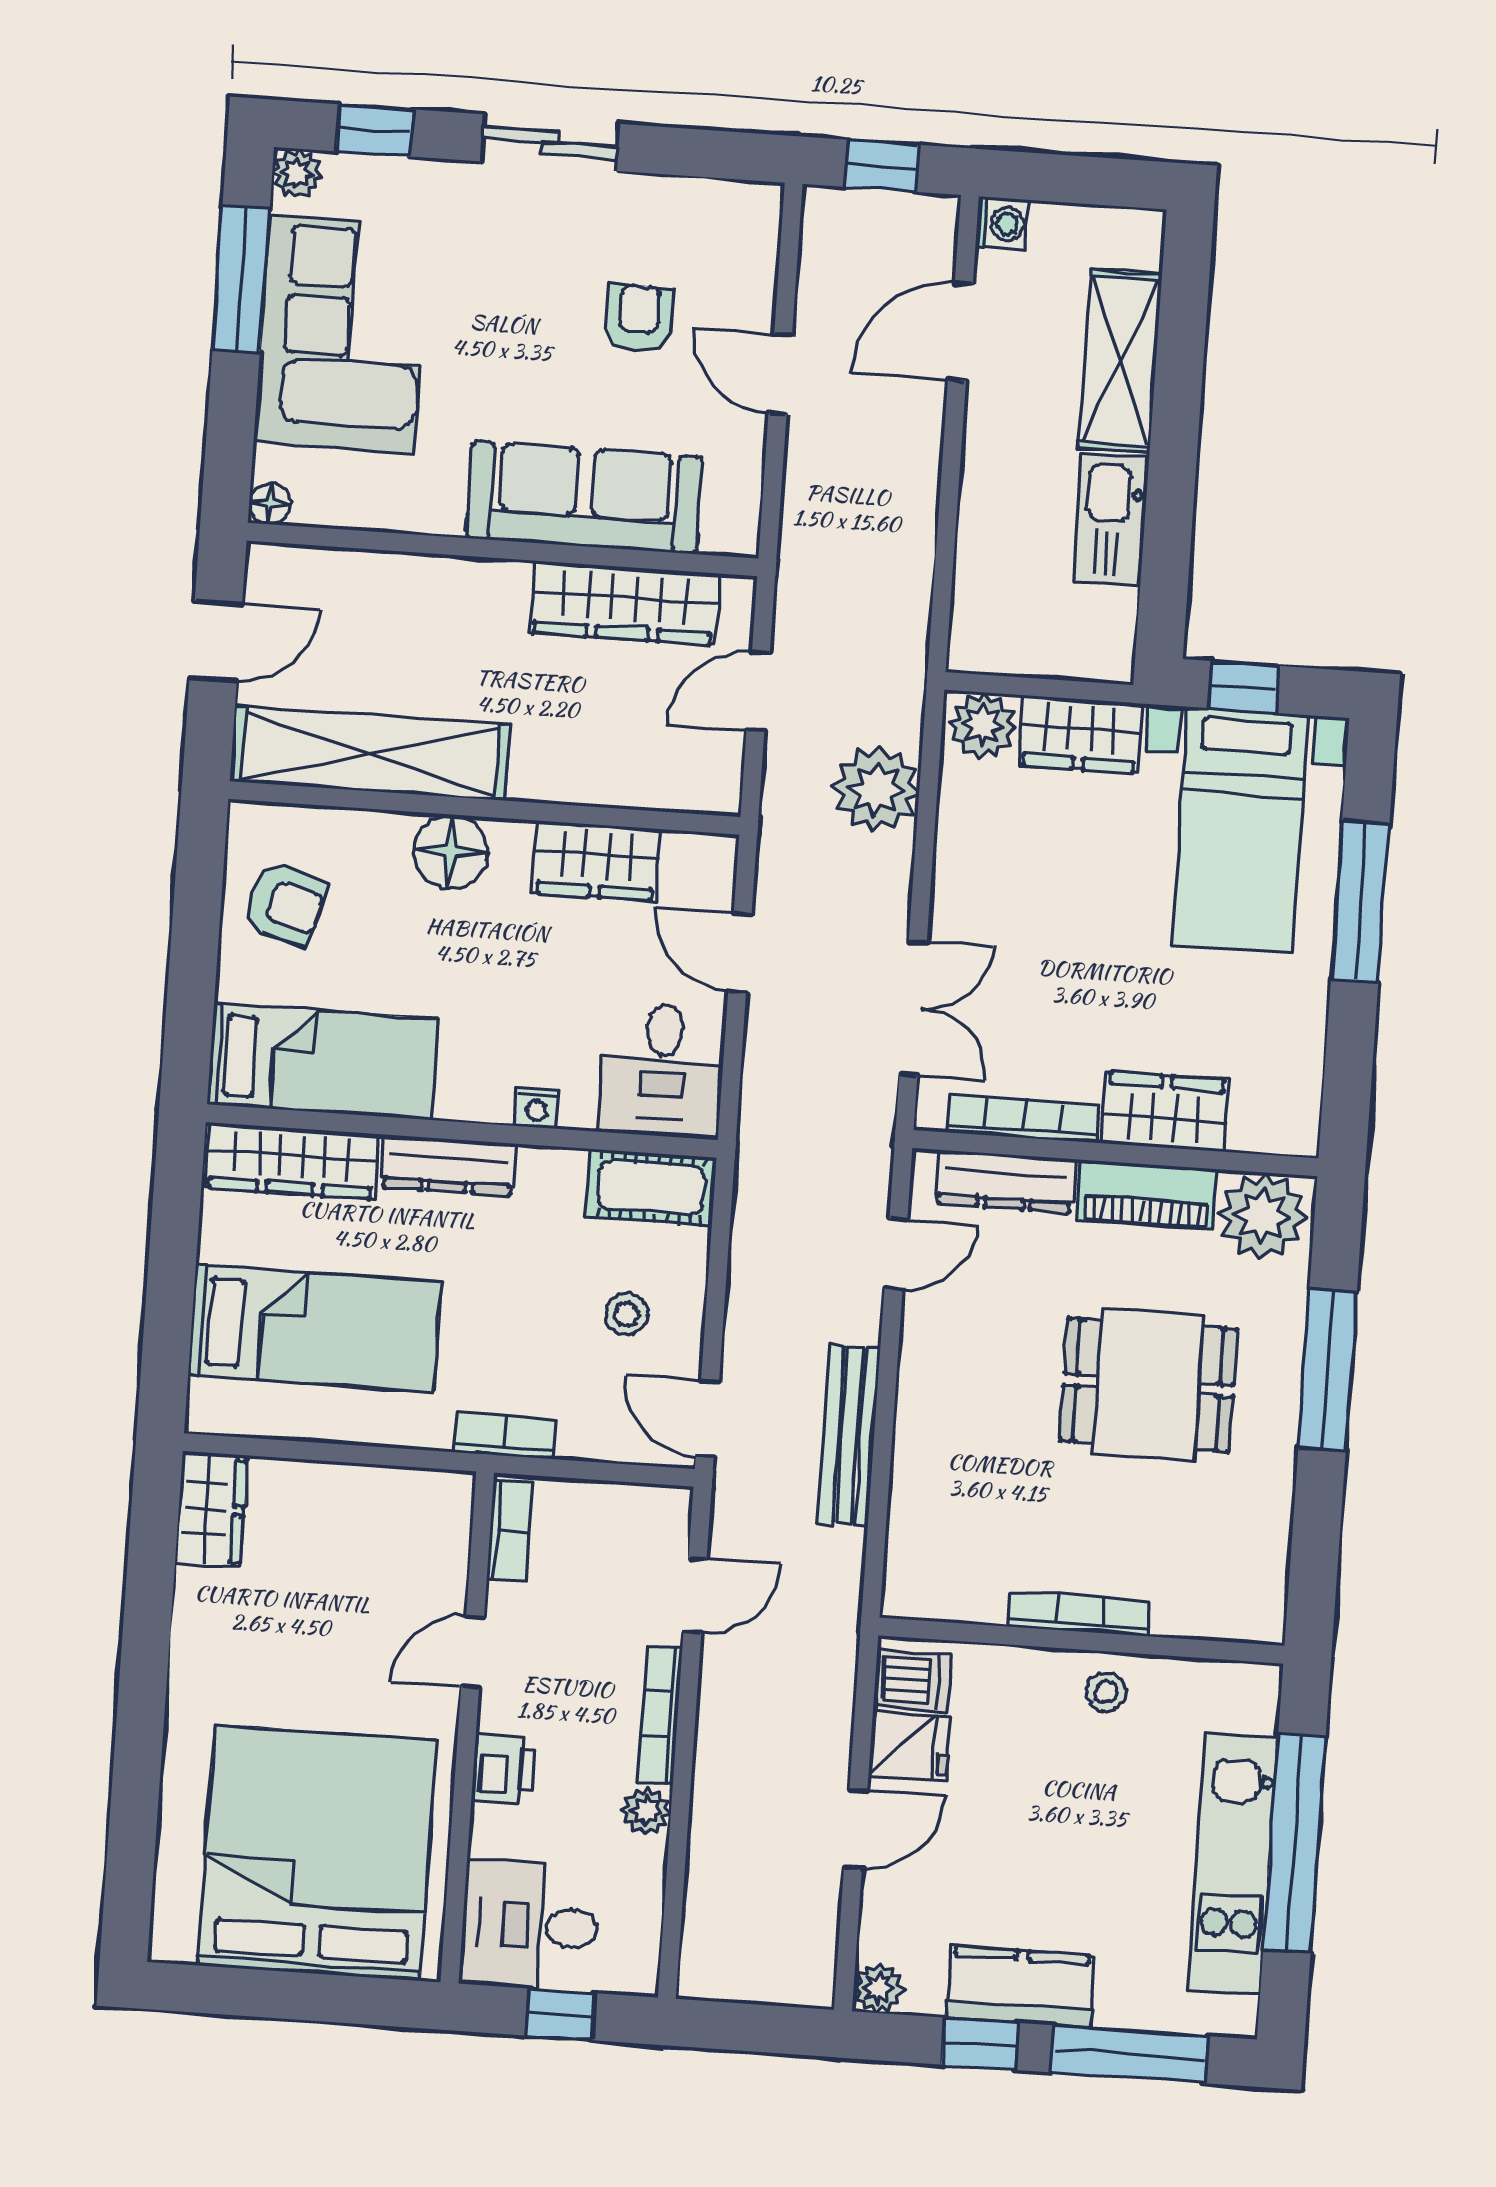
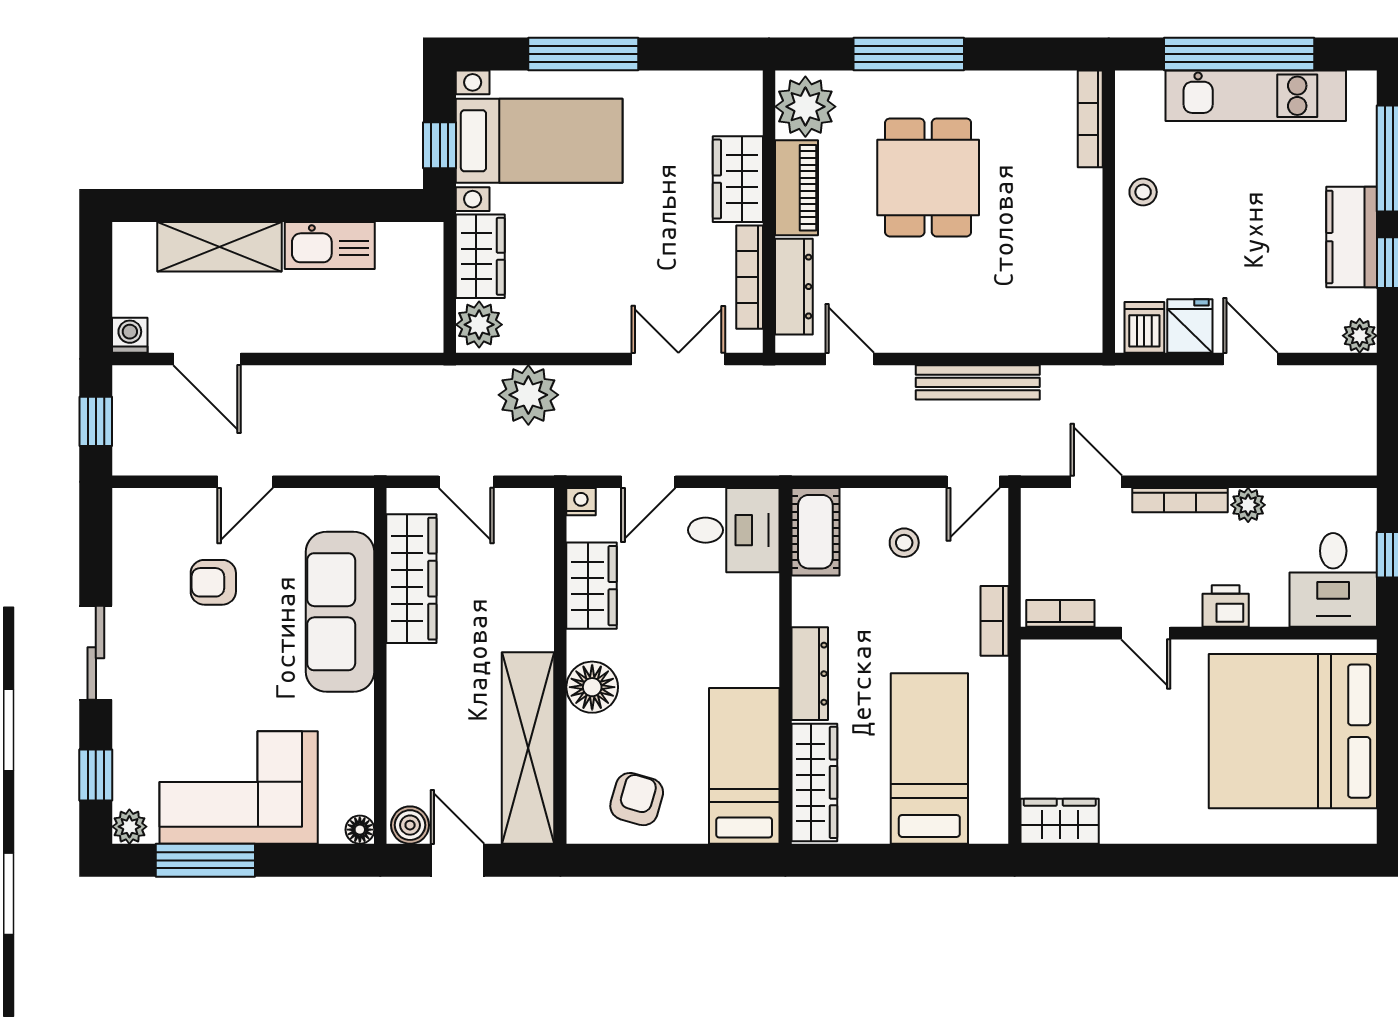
boiler: (271, 576) -> (410, 825), added
nightstand: (537, 1108) -> (581, 502), moved, turned -90
bookcase: (1079, 1614) -> (1090, 119), moved

